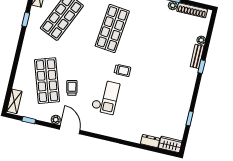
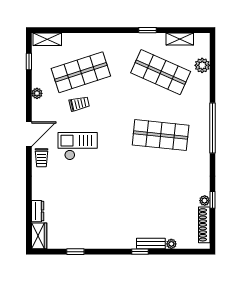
trolley: (122, 70) -> (41, 158), moved
checkout: (106, 97) -> (78, 146), turned 180
door: (70, 130) -> (29, 134), moved

